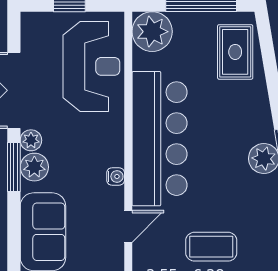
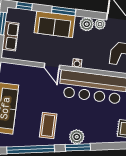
window: (14, 167) -> (64, 11), moved
coffee table: (211, 247) -> (48, 125), moved

